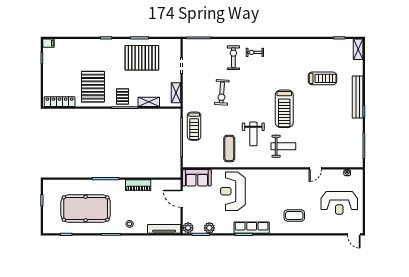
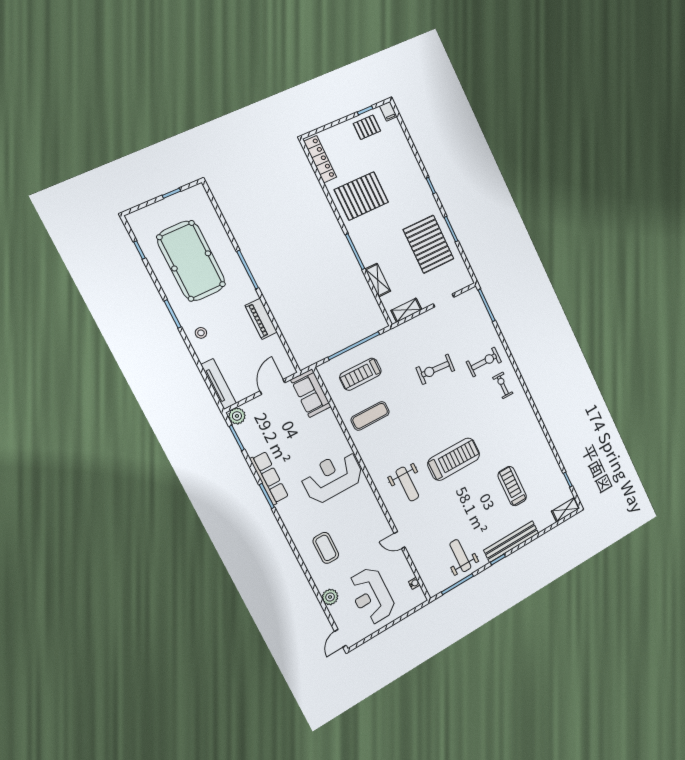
treadmill: (322, 78) -> (512, 486), turned 180
pallet: (122, 96) -> (367, 127), moved
treadmill: (284, 109) -> (454, 459), turned 180
treadmill: (194, 126) -> (360, 374), moved
weight bench: (253, 134) -> (460, 556), moved, turned 90
reception desk: (233, 191) -> (332, 477), moved
plant: (209, 228) -> (330, 597), moved
row of seats: (252, 228) -> (269, 478), moved

